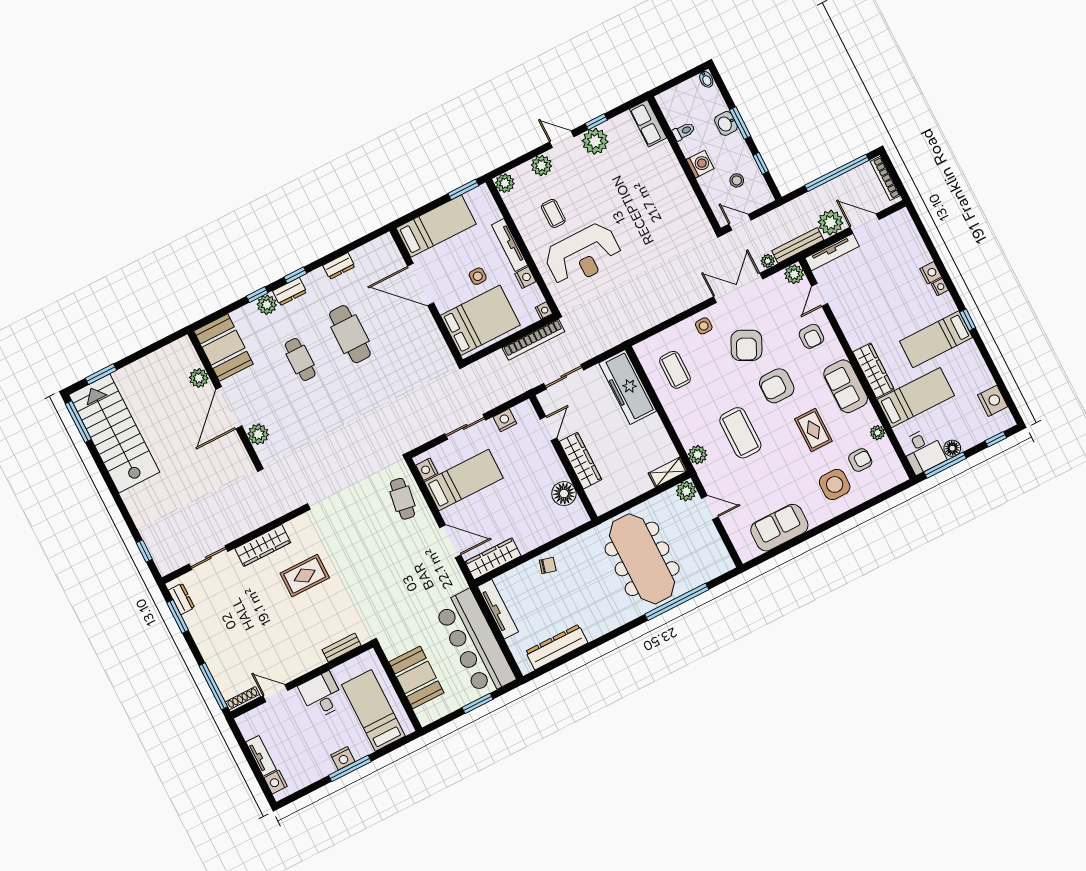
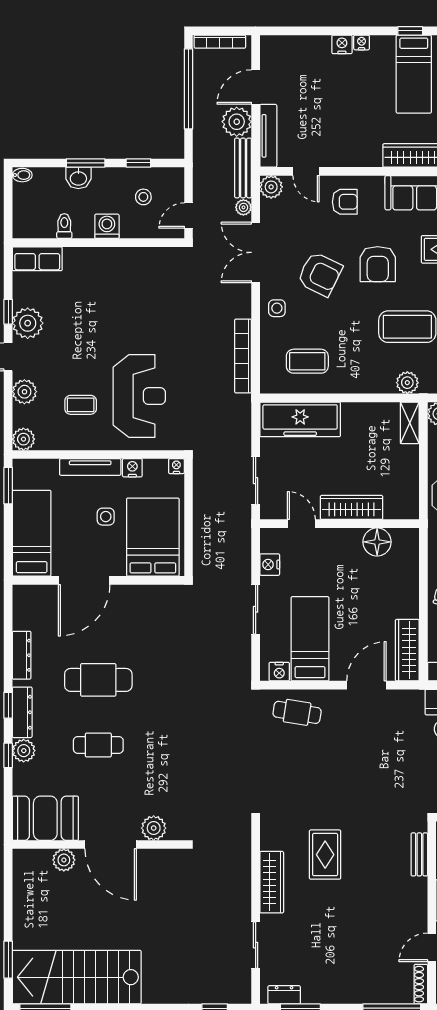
dresser: (339, 266) -> (22, 655), width x1.44
dresser: (290, 292) -> (22, 712), width x1.44
bookcase: (533, 340) -> (243, 356), moved, turned 180

